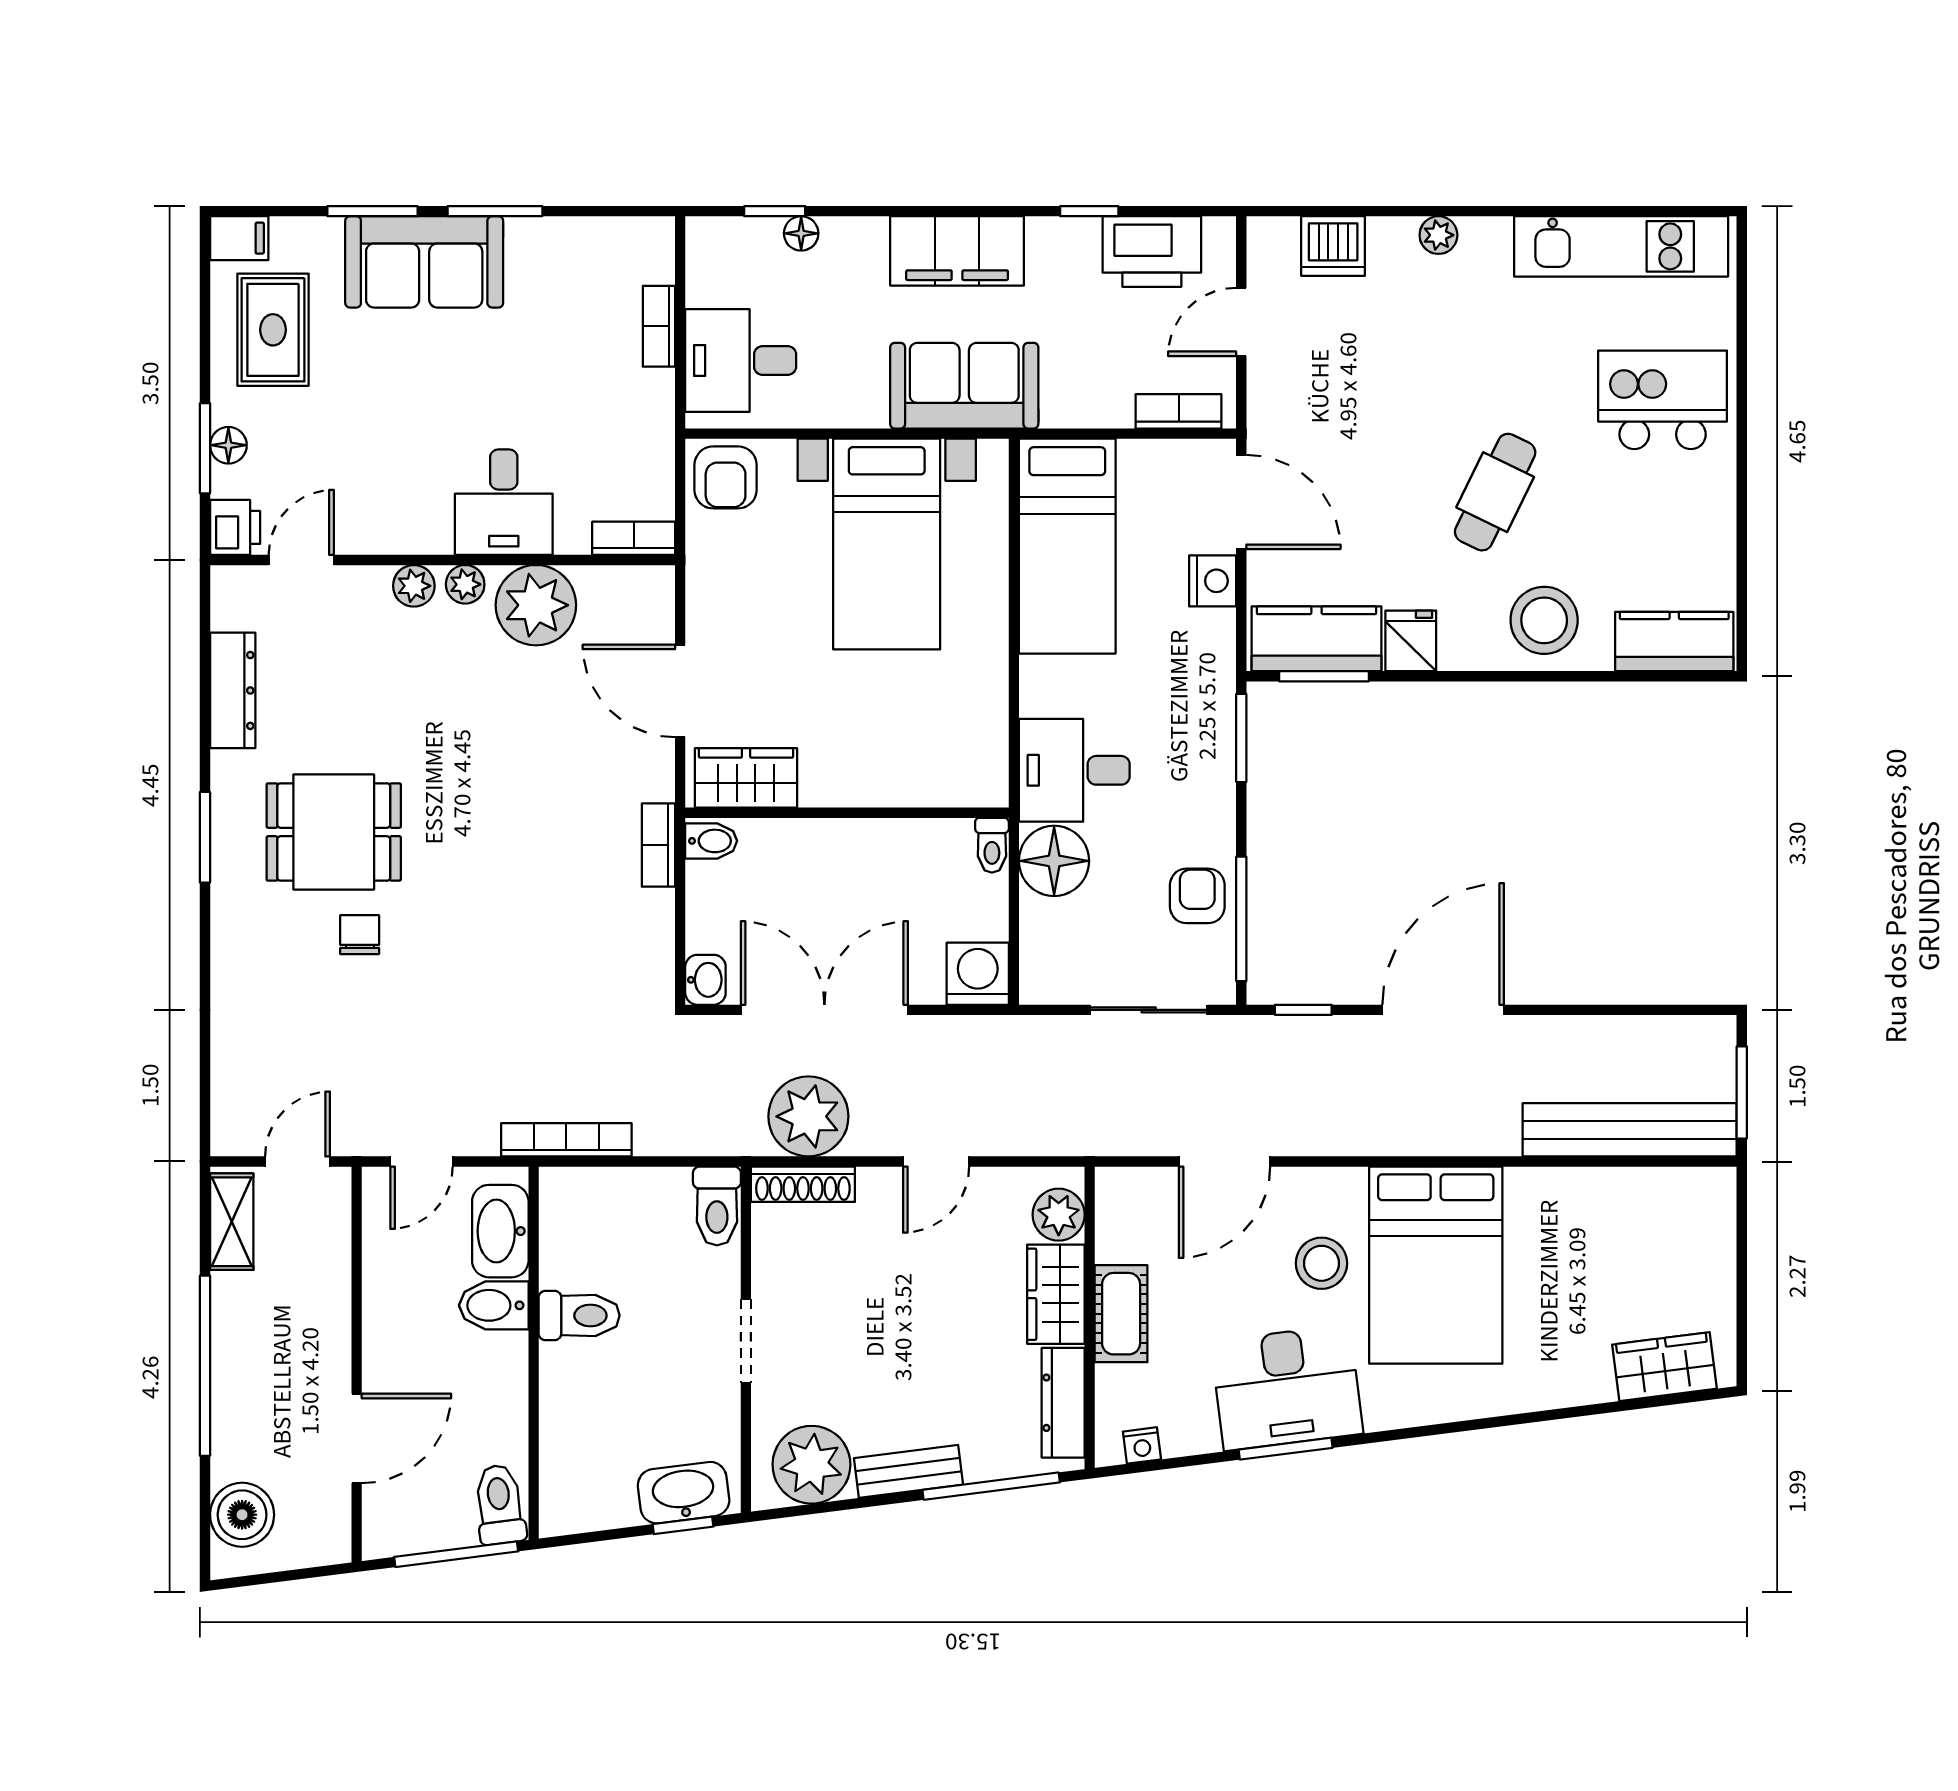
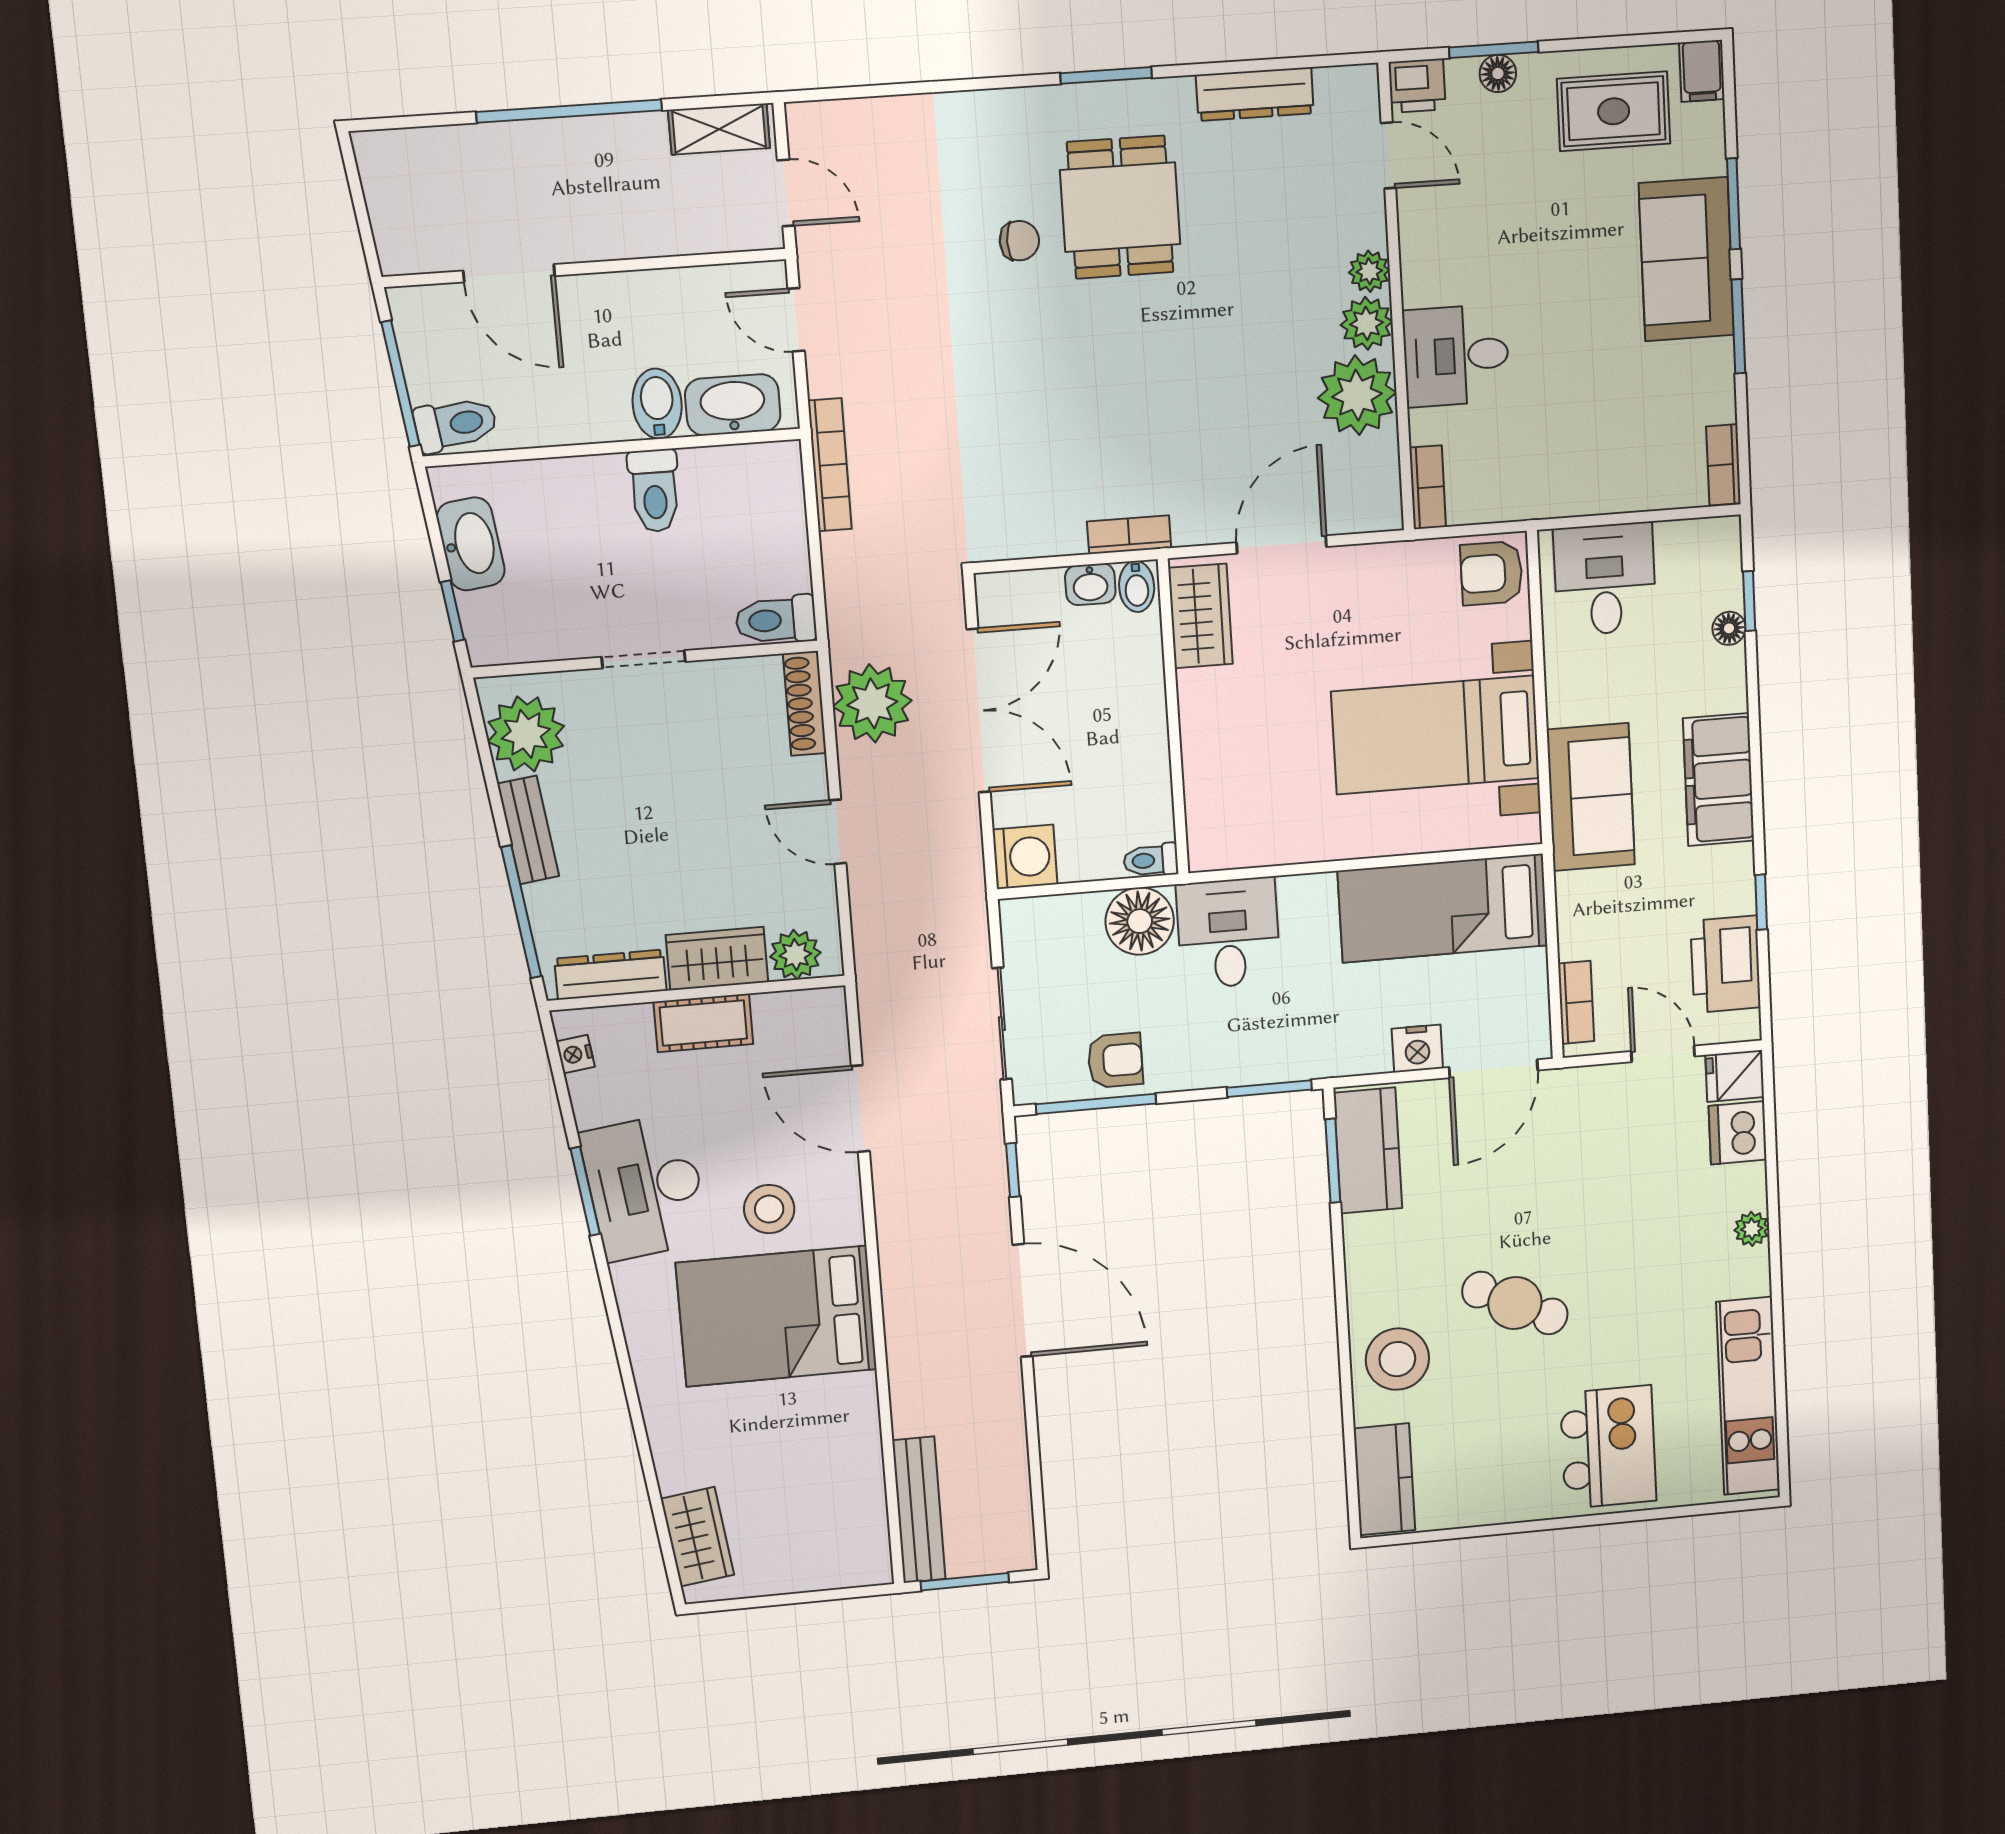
bookcase: (659, 326) -> (1723, 465), moved, turned -90
plant: (465, 584) -> (1366, 323), width x1.38, depth x1.38
fridge: (1411, 641) -> (1735, 1076), moved, turned 180
washbasin: (705, 980) -> (1090, 584), moved
bench: (1630, 1130) -> (919, 1510), width x0.73, depth x0.82
washbasin: (684, 1493) -> (471, 544), moved
boiler: (242, 1515) -> (419, 160), removed

